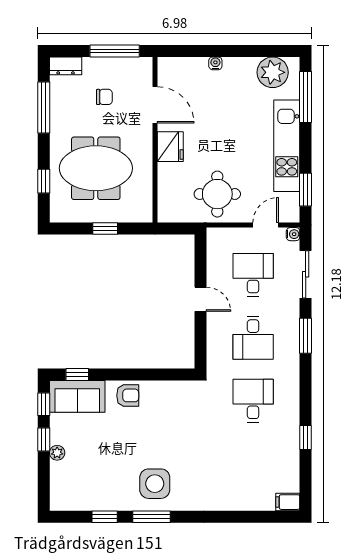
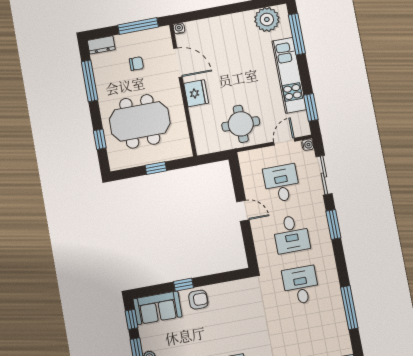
water cooler: (215, 63) -> (179, 28), moved
window: (77, 374) -> (184, 285), moved
window: (306, 438) -> (349, 308), width x2.17

